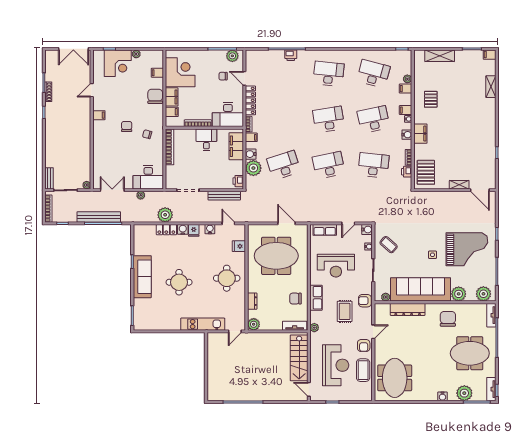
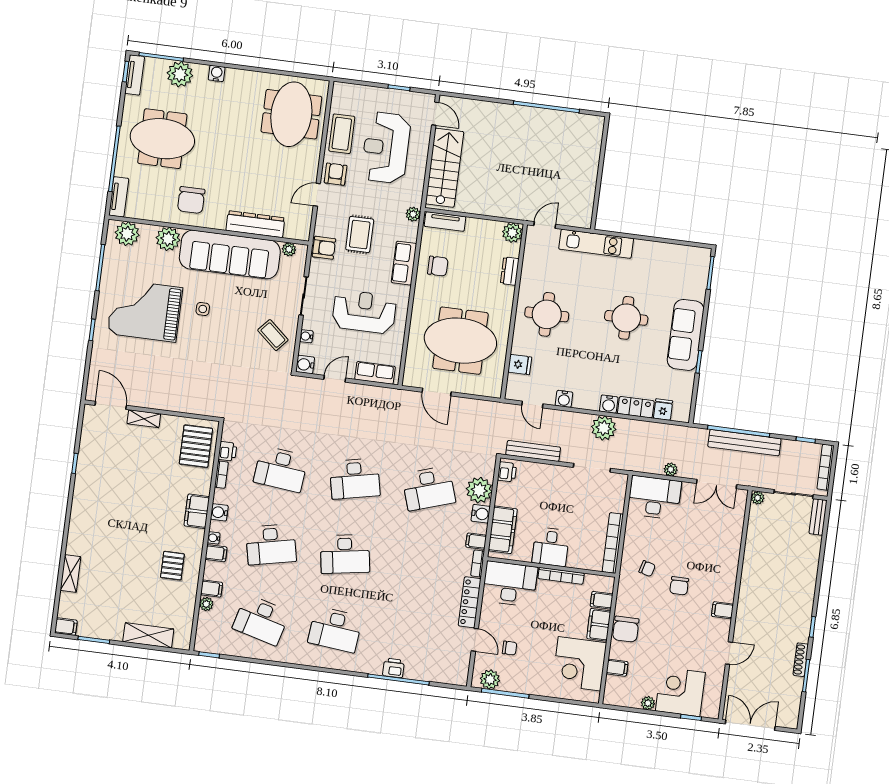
plant: (165, 215) -> (604, 428), moved
fridge: (194, 230) -> (663, 410), moved

